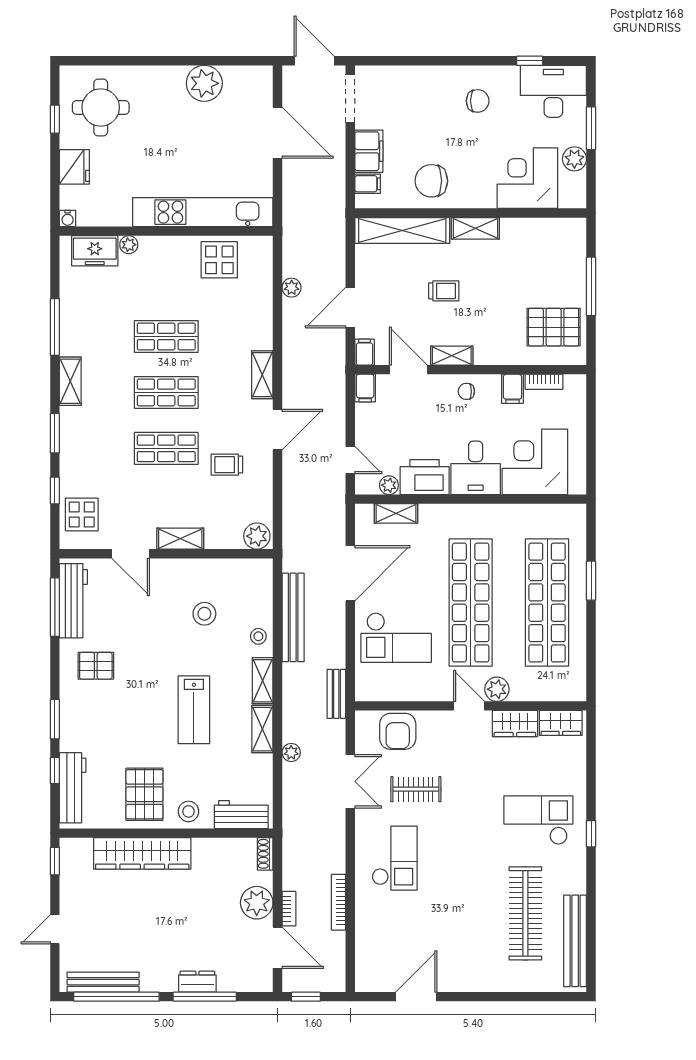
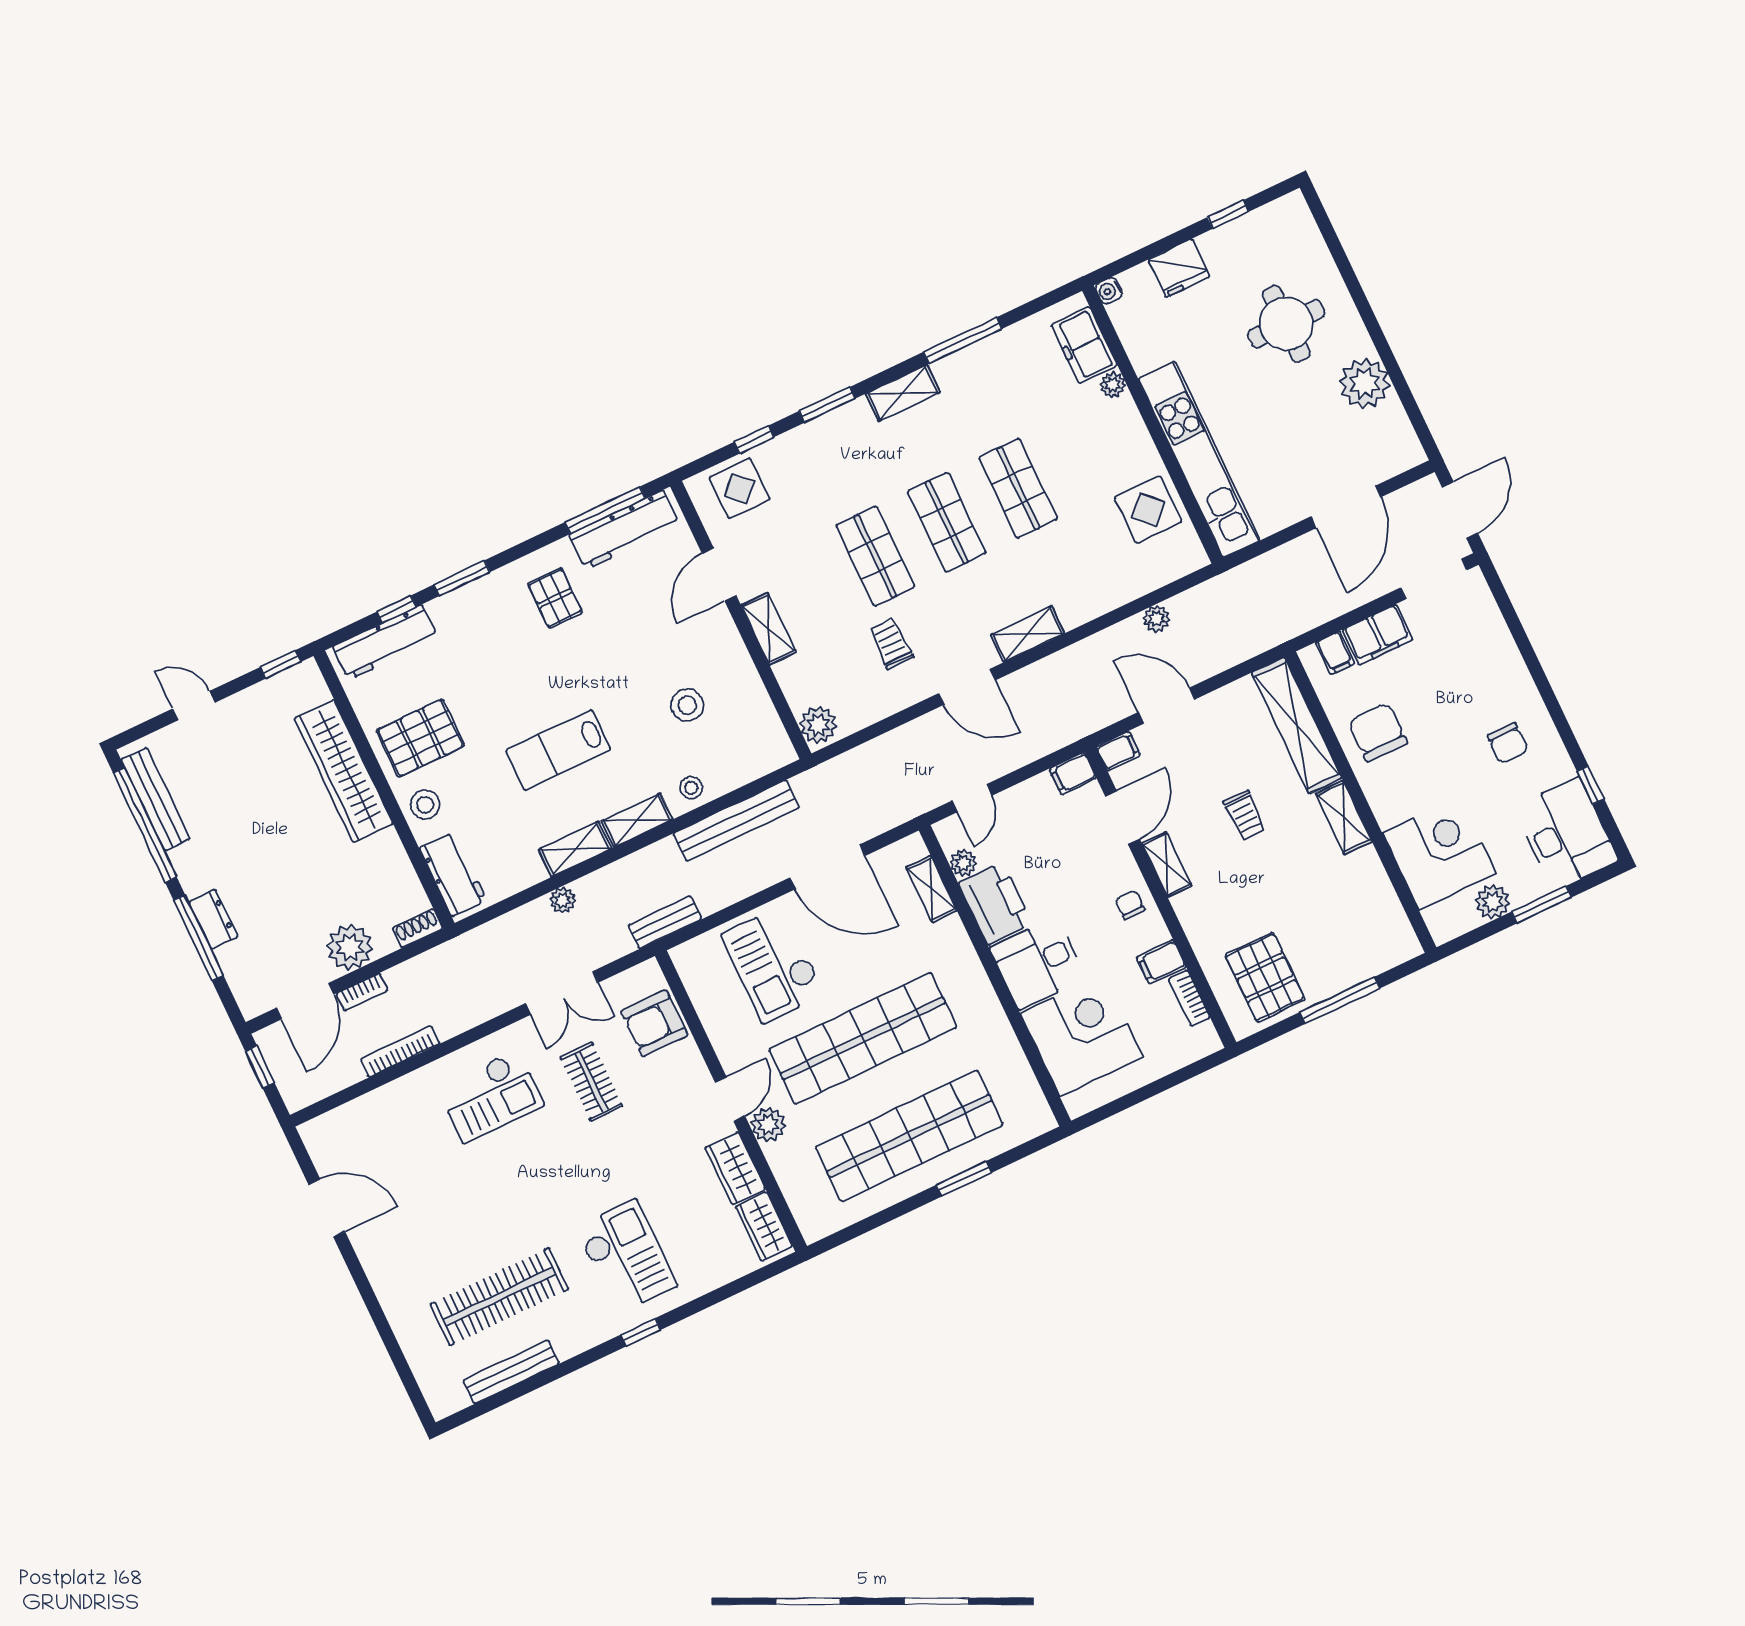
round table: (101, 107) -> (1286, 324), moved
bench: (575, 941) -> (511, 1372), width x0.73, depth x0.82

